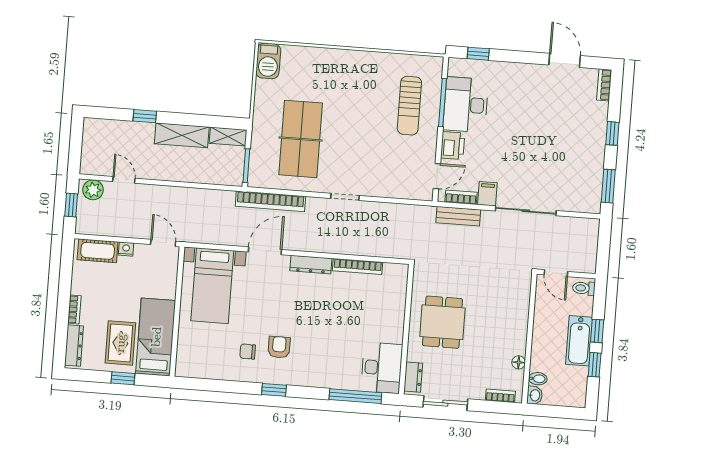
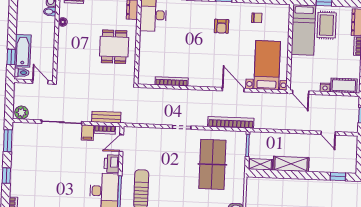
window: (145, 116) -> (338, 177), moved
plant: (93, 190) -> (22, 113), moved
door: (265, 251) -> (233, 90), swing flipped
dresser: (311, 265) -> (202, 82), removed
window: (597, 331) -> (11, 57), moved
bathtub: (579, 341) -> (23, 51), moved
chair: (248, 352) -> (257, 18), moved
window: (595, 365) -> (13, 22), removed

